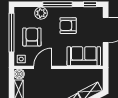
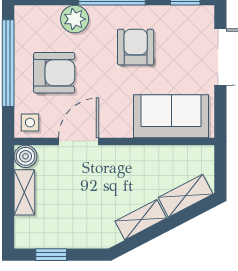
armchair: (68, 26) -> (136, 47), turned 90
armchair: (32, 37) -> (54, 73), turned 90

